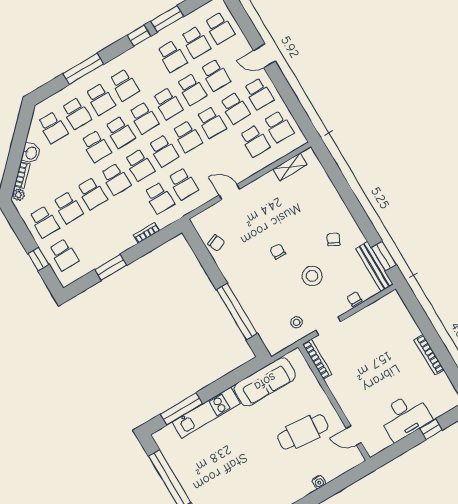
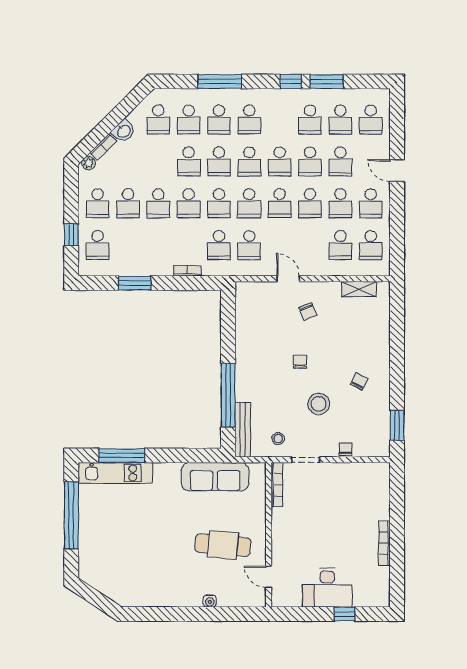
chair: (216, 243) -> (308, 311), moved
bench: (374, 266) -> (243, 430), moved
kitchen unit: (206, 413) -> (115, 473), moved

